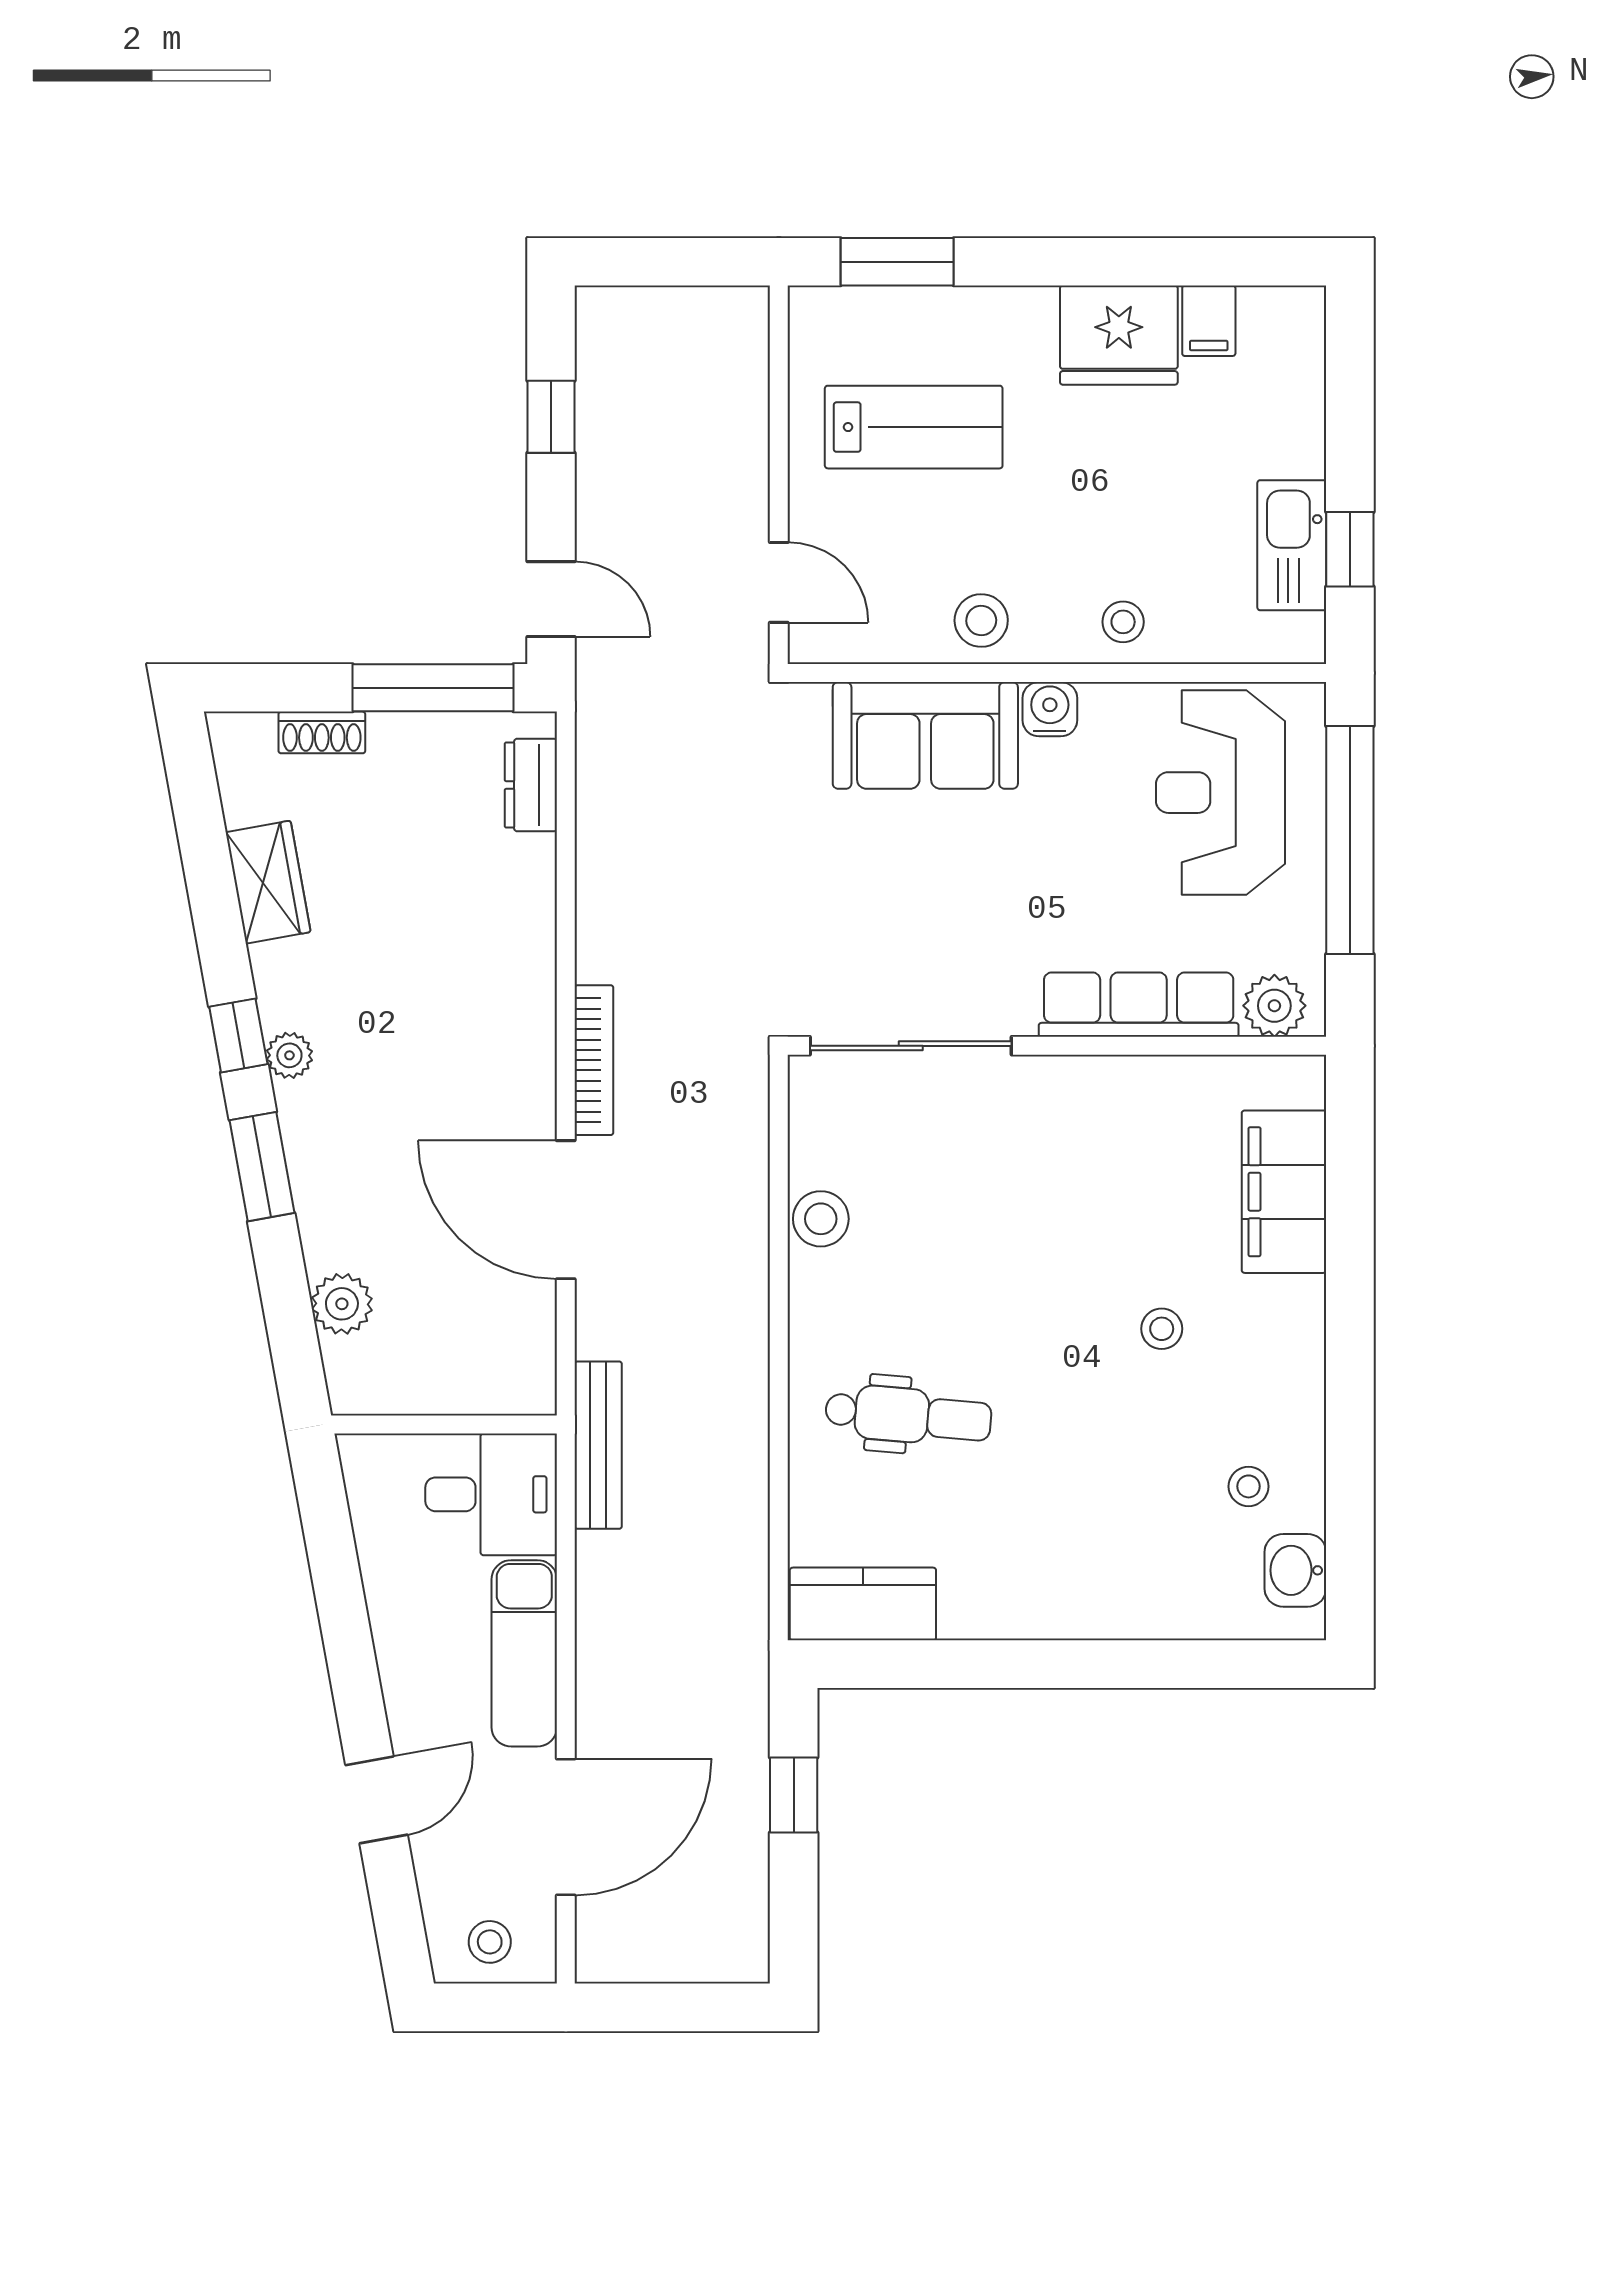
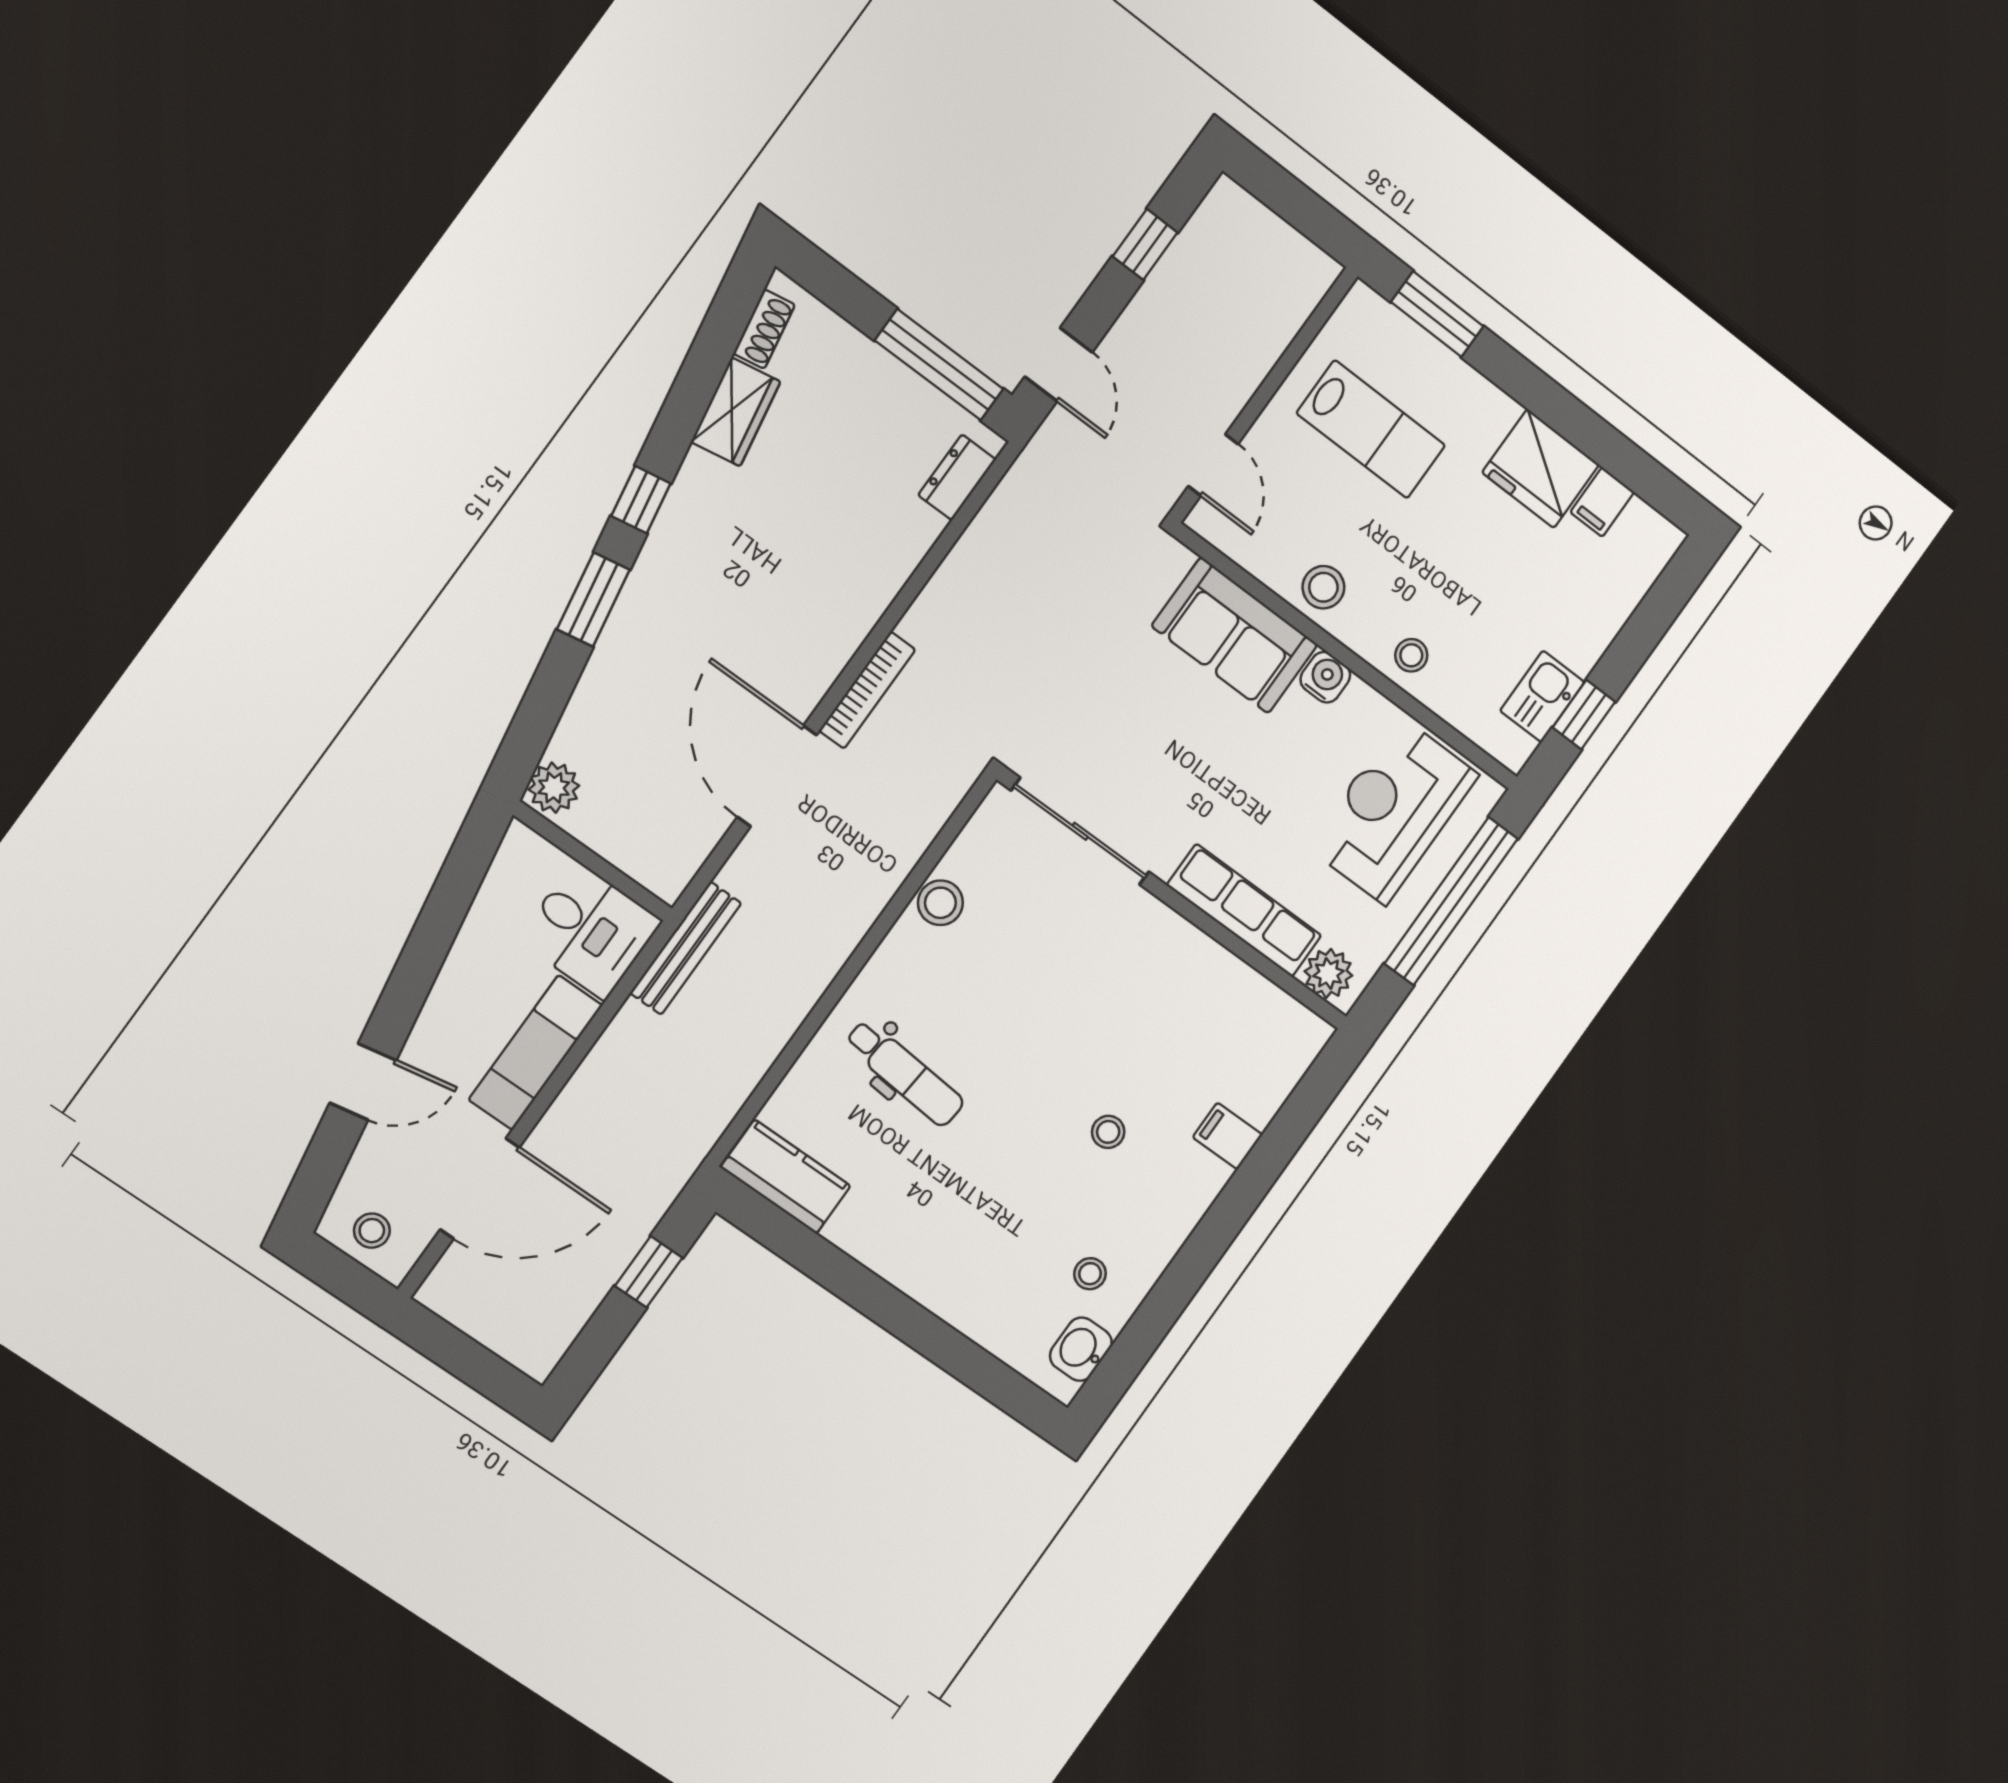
kitchen sink: (1292, 545) -> (1542, 696), width x0.73
shoe rack: (322, 732) -> (764, 329), moved, turned -100
plant: (289, 1055) -> (666, 538), removed
filing cabinet: (1284, 1192) -> (1228, 1136), width x0.33, depth x0.86
plant: (342, 1304) -> (554, 788), moved

